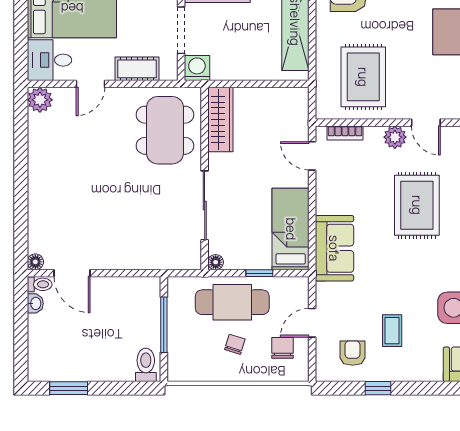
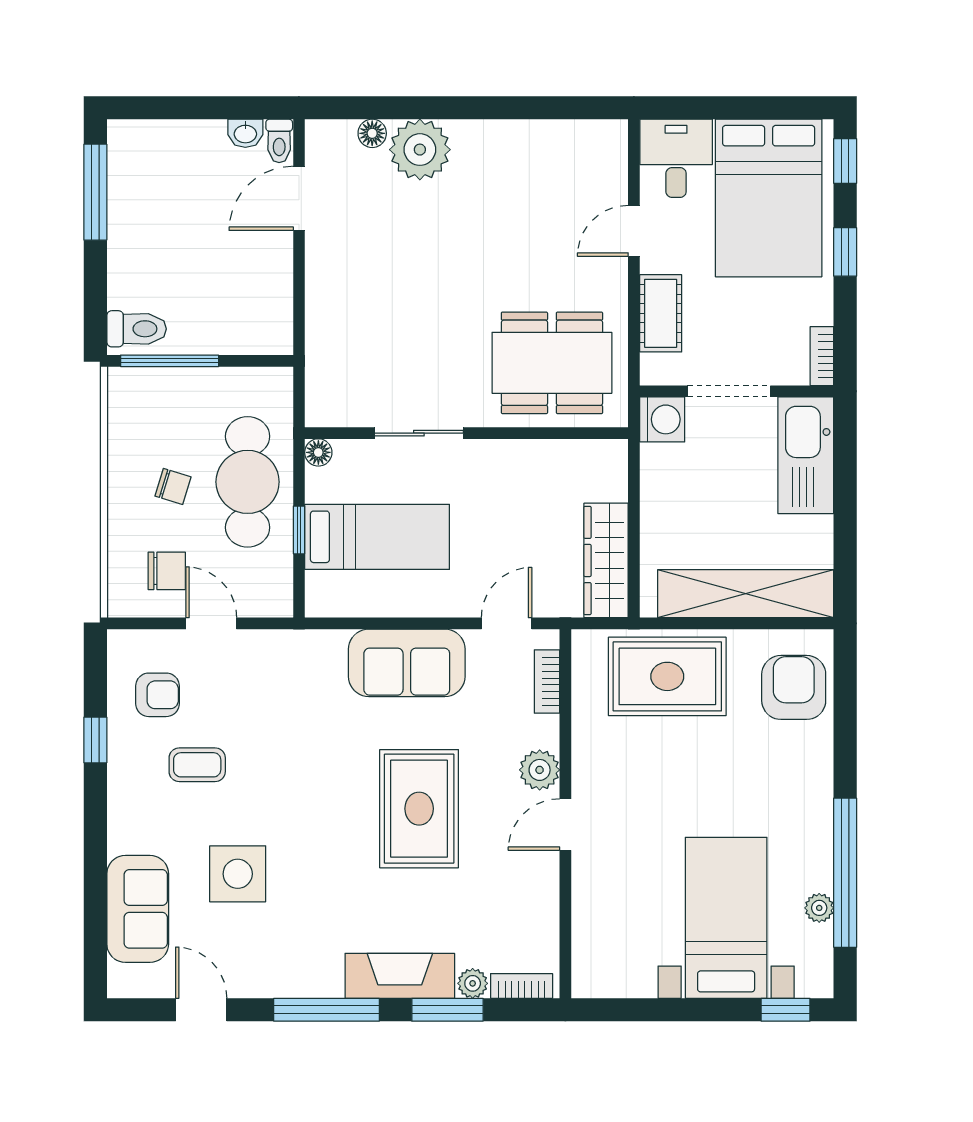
rug: (363, 77) -> (667, 676), moved
door: (90, 84) -> (634, 231), hinge flipped
plant: (40, 100) -> (420, 150), moved, width x1.36, depth x1.36
wardrobe: (220, 119) -> (606, 560), moved, turned 90
sliding door: (205, 205) -> (419, 433), width x0.73
rug: (417, 205) -> (419, 809), turned 90
bed: (291, 229) -> (377, 537), moved
sofa: (334, 248) -> (407, 663), moved
floor lamp: (35, 262) -> (372, 133), moved
window: (164, 325) -> (170, 361), moved
window: (69, 388) -> (95, 192), width x1.44

